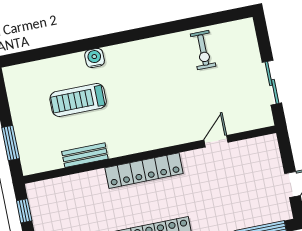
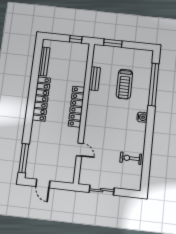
window: (63, 49) -> (154, 84), added
water cooler: (95, 58) -> (142, 117), moved
treadmill: (78, 100) -> (124, 84), turned 180

